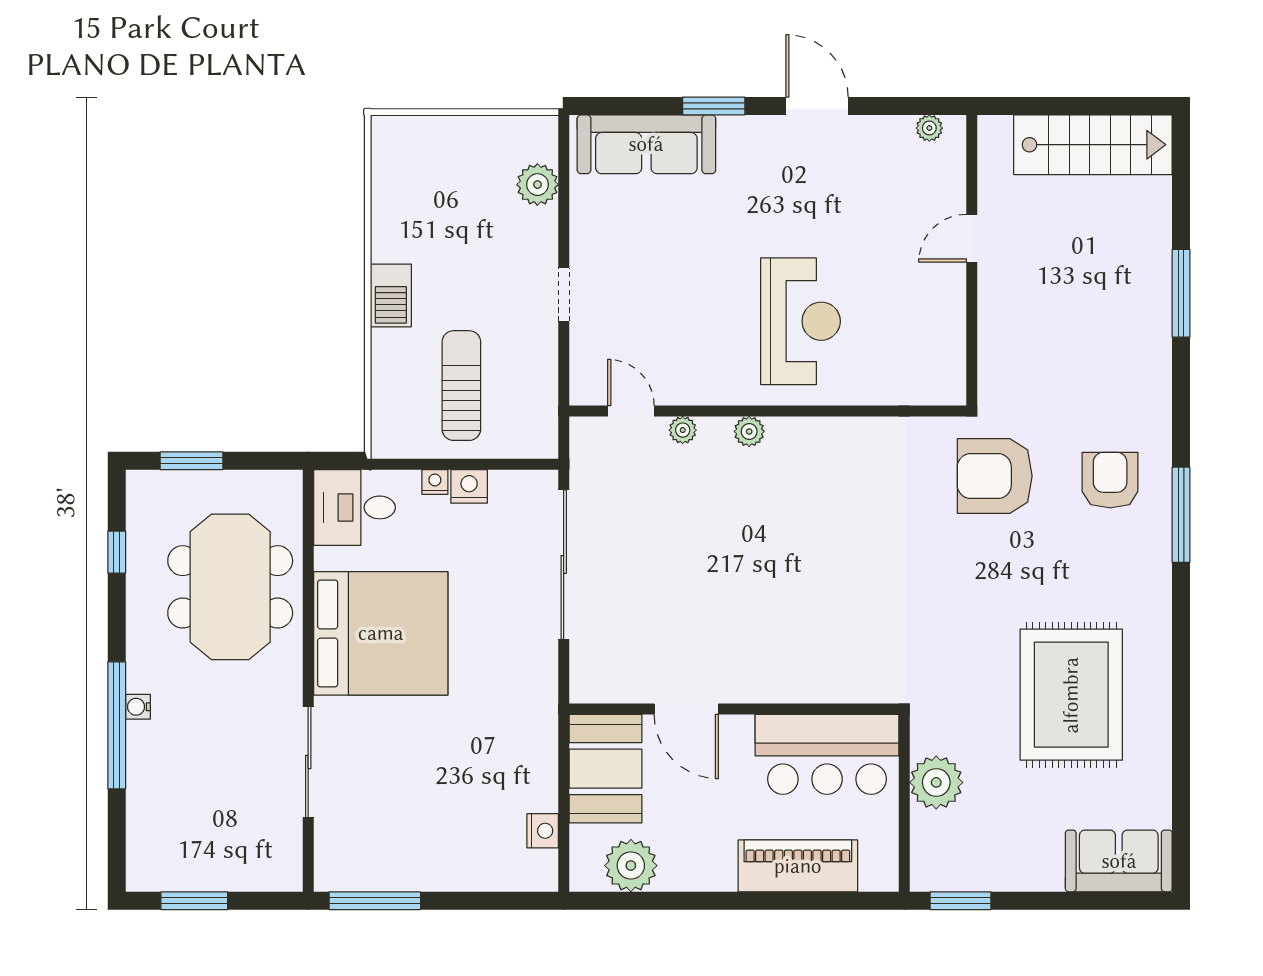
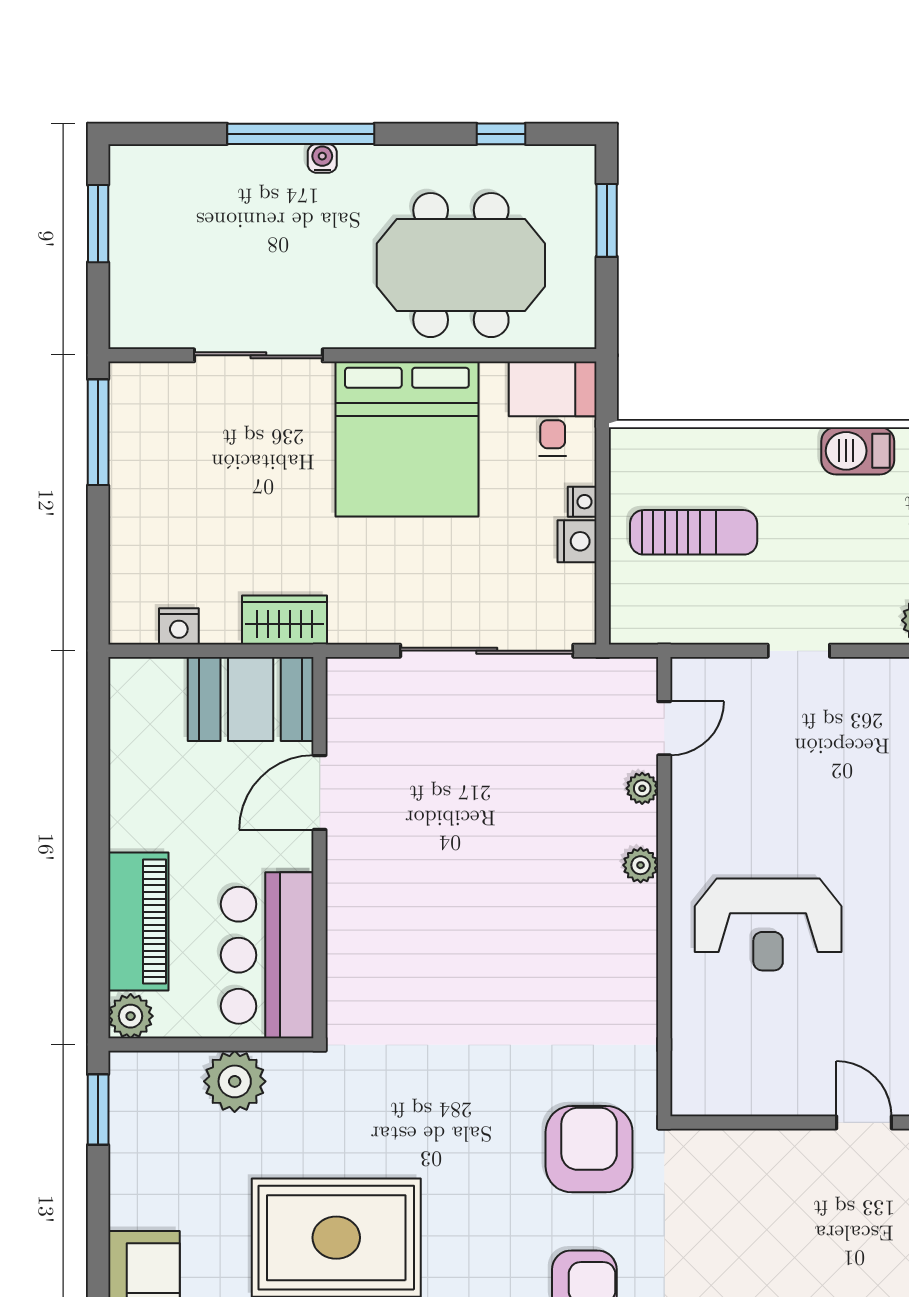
barbecue: (391, 295) -> (858, 451), moved
wardrobe: (537, 739) -> (284, 620), added
plant: (631, 866) -> (131, 1016), moved, width x0.73, depth x0.73

